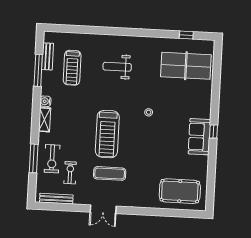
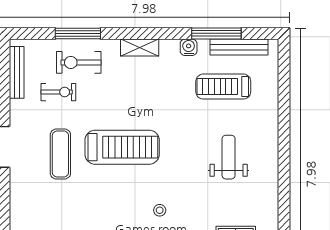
bench: (48, 56) -> (239, 47), width x1.36
water cooler: (45, 101) -> (189, 47), moved
treadmill: (107, 134) -> (122, 147), turned 180

